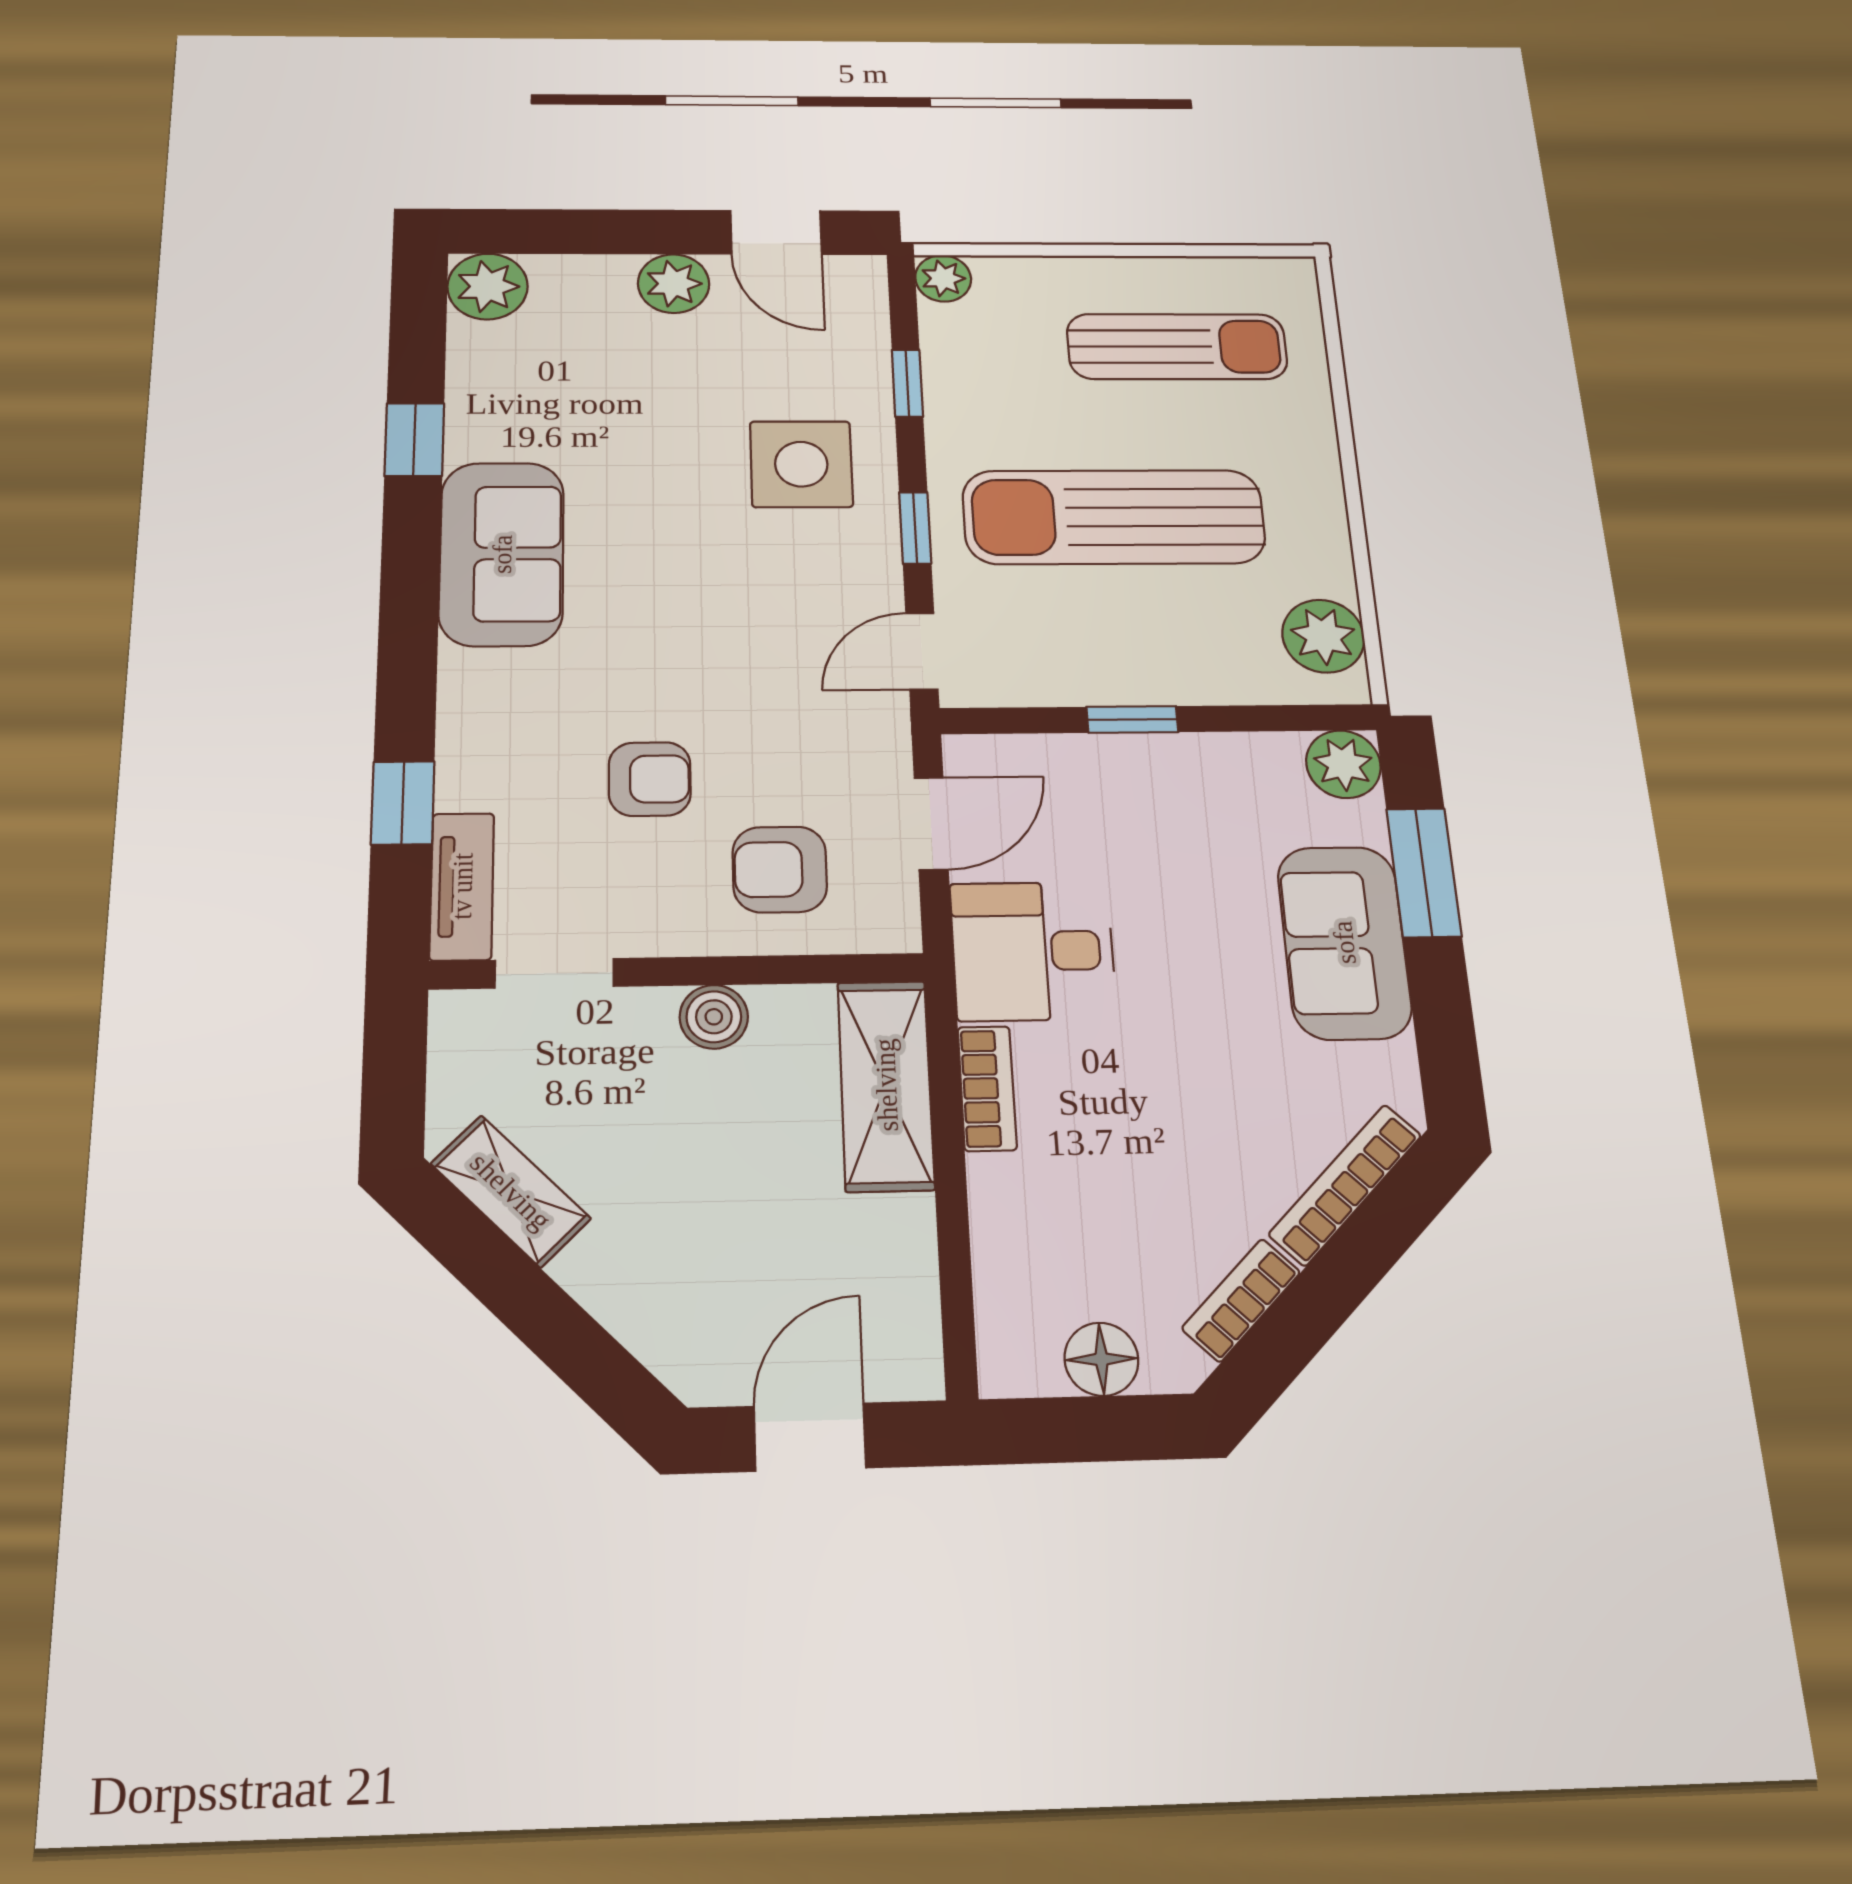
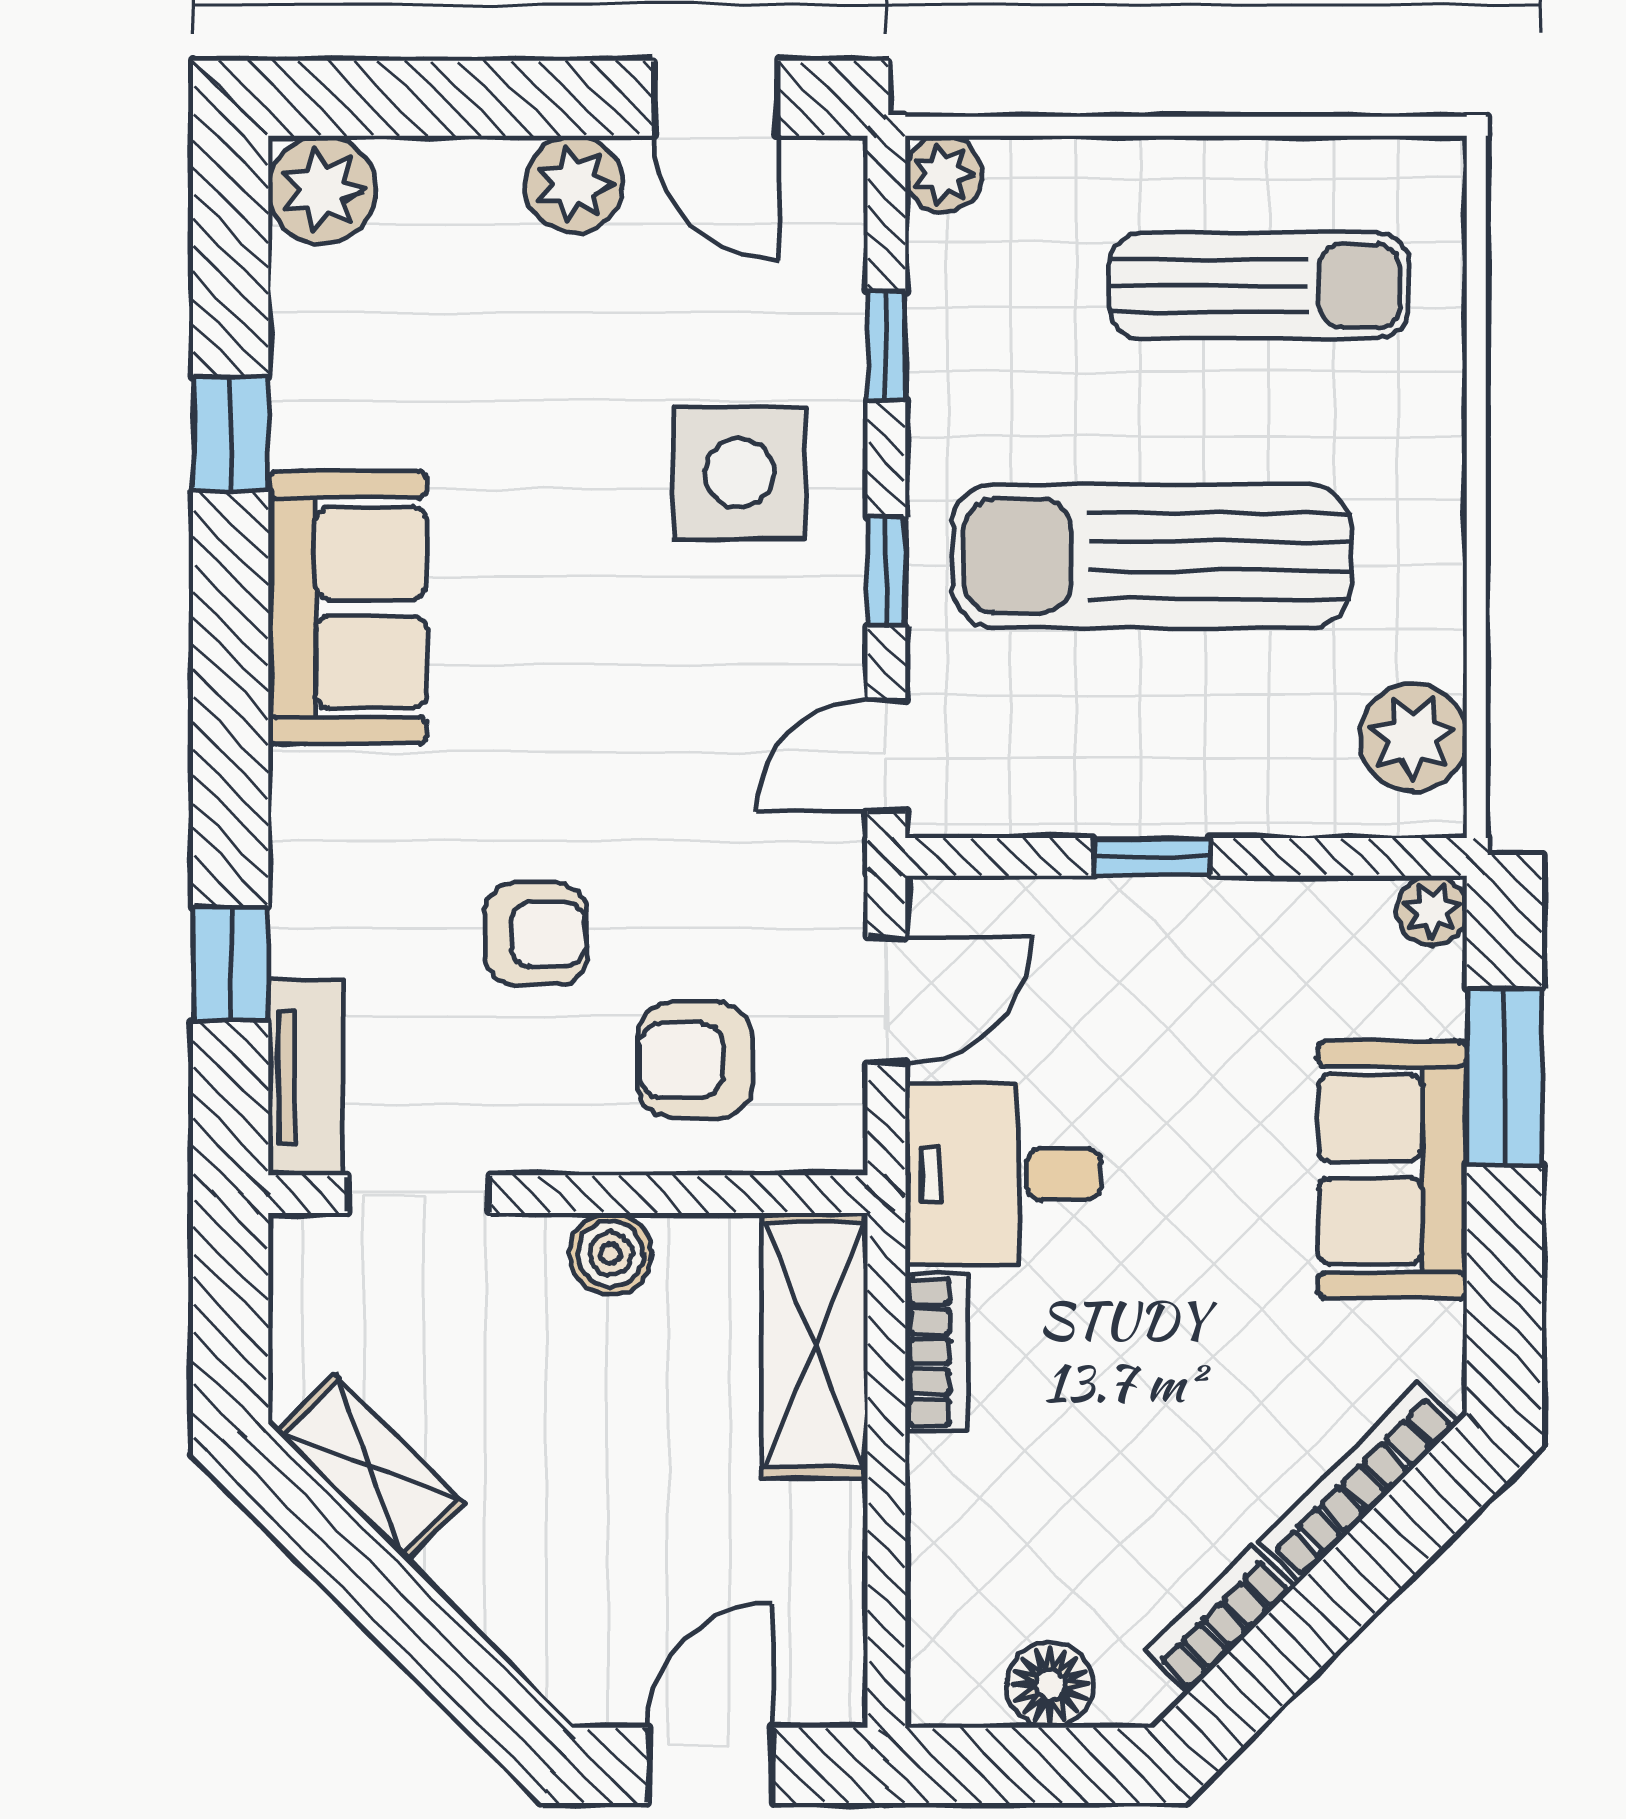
plant: (1343, 764) -> (1432, 911), width x0.73, depth x0.73

